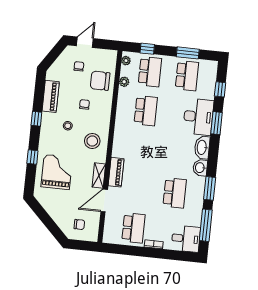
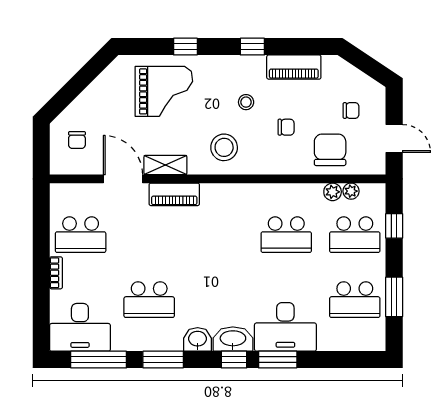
door: (85, 42) -> (394, 138), moved
plant: (126, 61) -> (351, 191), moved
window: (220, 89) -> (234, 360), moved
desk: (186, 239) -> (80, 327), width x1.37

